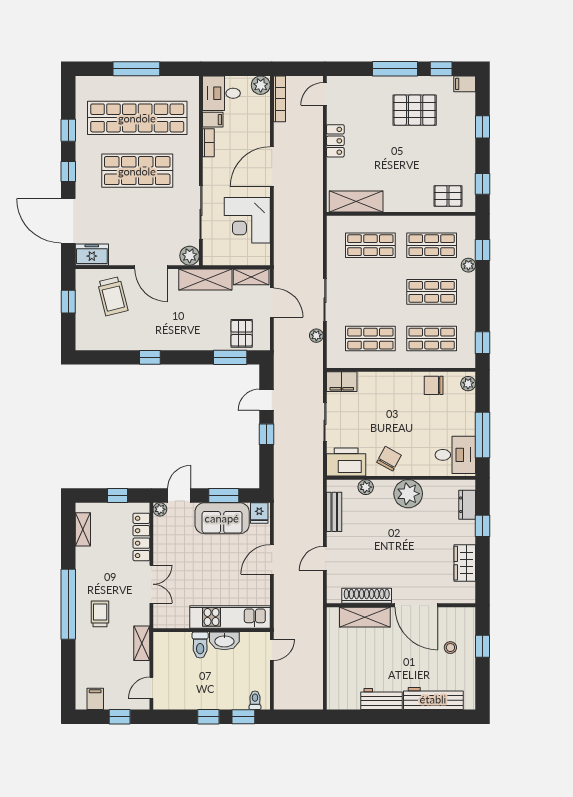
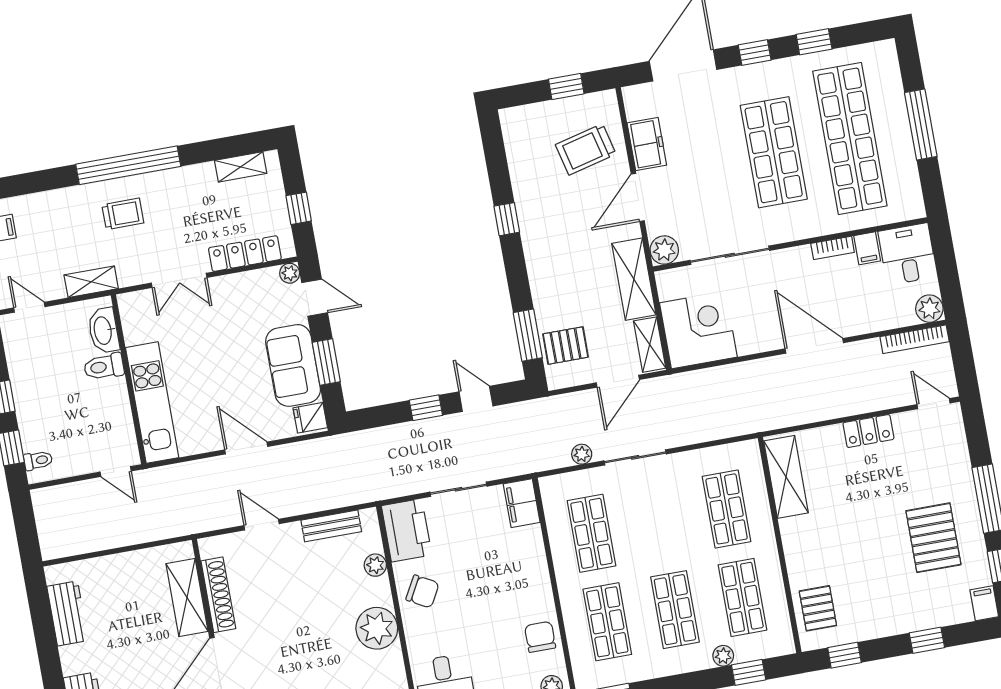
corner desk: (247, 220) -> (698, 330), moved, turned 90
freezer: (92, 255) -> (647, 144), moved
washbasin: (224, 641) -> (103, 330), moved
workbench: (381, 699) -> (68, 613), moved

